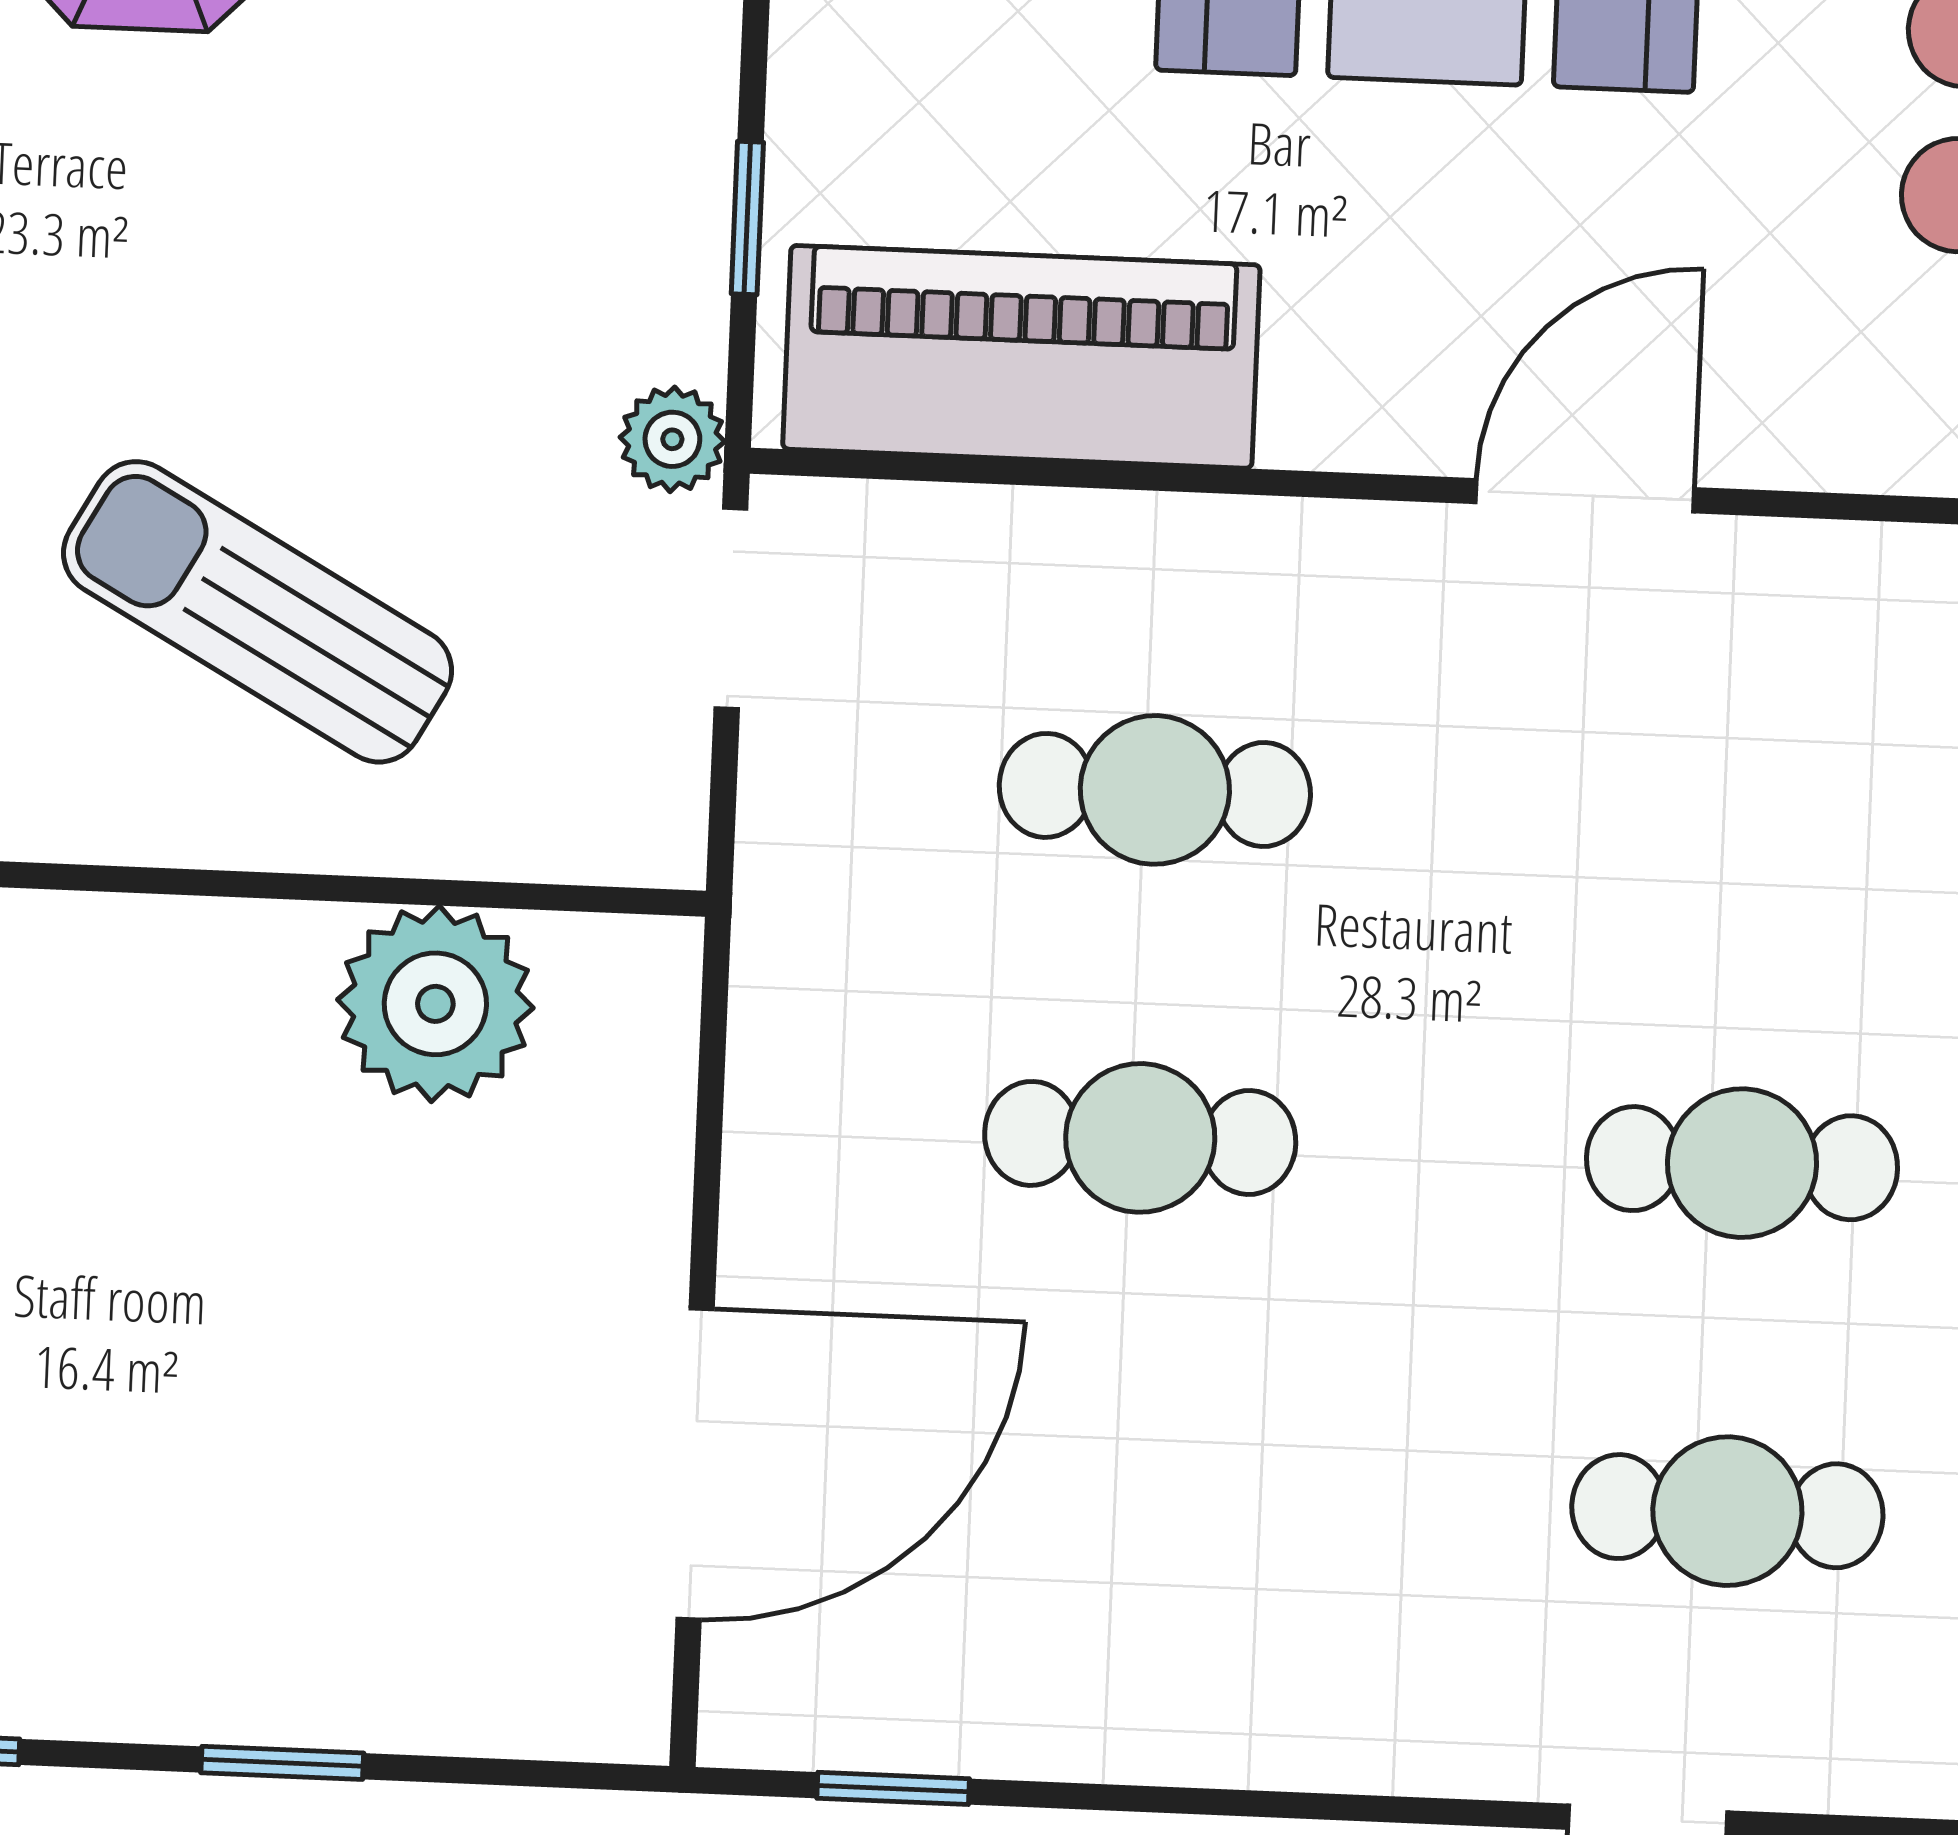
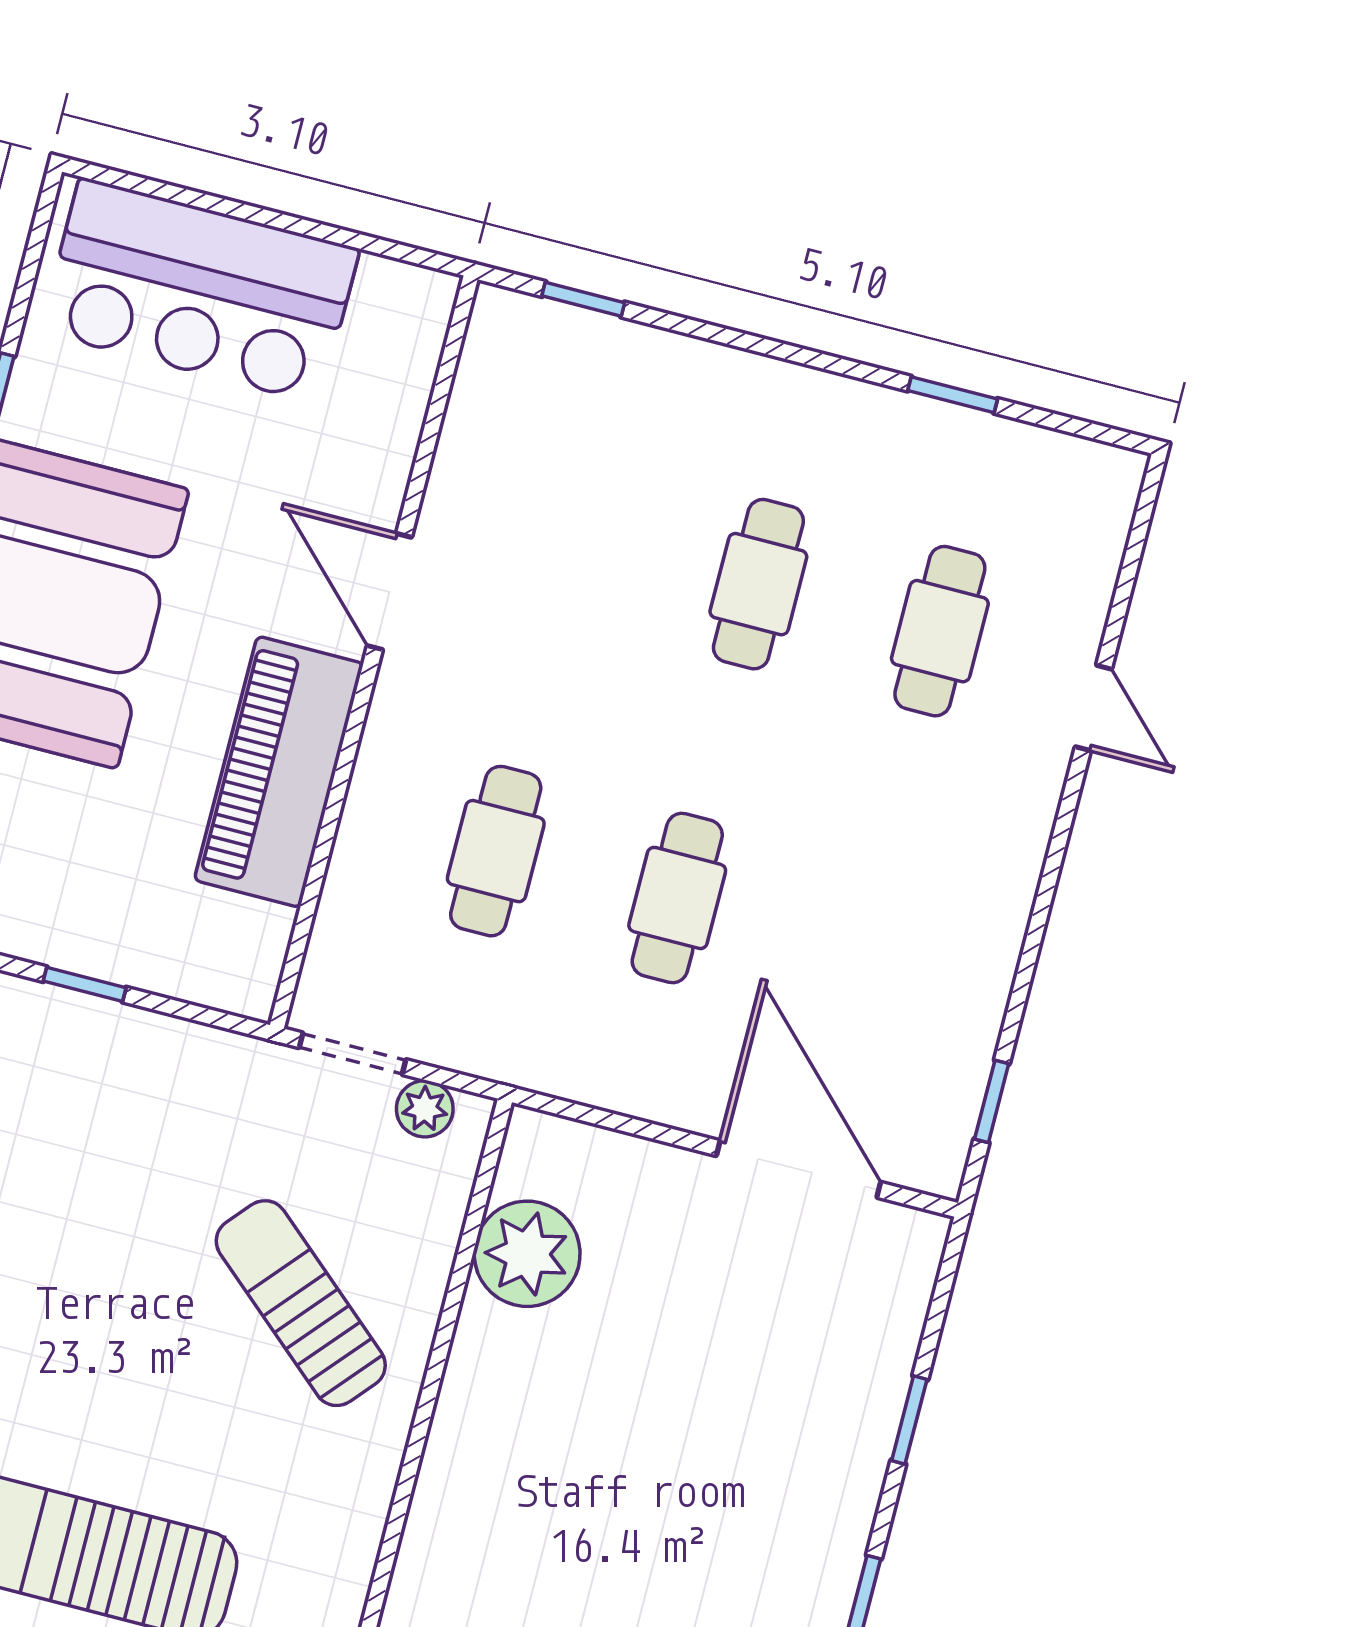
window: (747, 218) -> (85, 984), moved
piano: (1021, 357) -> (279, 772), moved
plant: (672, 439) -> (425, 1109), moved
sun lounger: (258, 612) -> (301, 1303), turned 102

